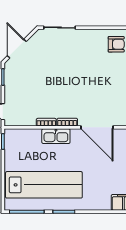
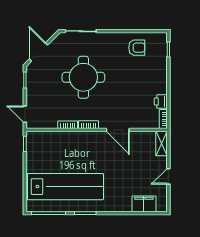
round table: (62, 74) -> (83, 77), added
door: (97, 127) -> (118, 130), width x0.73
kitchen sink: (56, 136) -> (77, 138), removed

